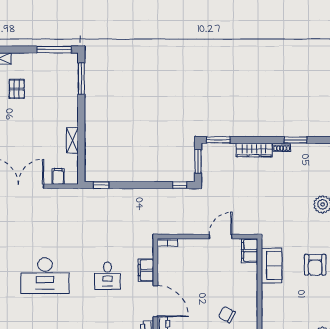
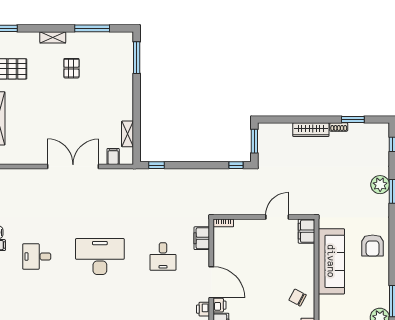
window: (54, 50) -> (92, 28), moved
shelving: (72, 140) -> (128, 134), moved
window: (218, 140) -> (275, 120), removed
sofa: (272, 266) -> (331, 261), width x1.85, depth x1.27
filing cabinet: (146, 270) -> (202, 238), moved
desk: (45, 276) -> (100, 257), turned 180
chair: (227, 315) -> (298, 297), moved

